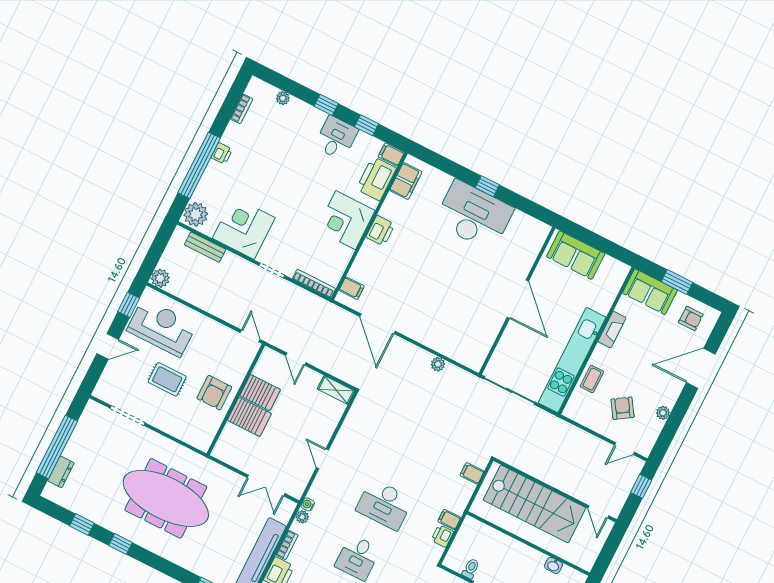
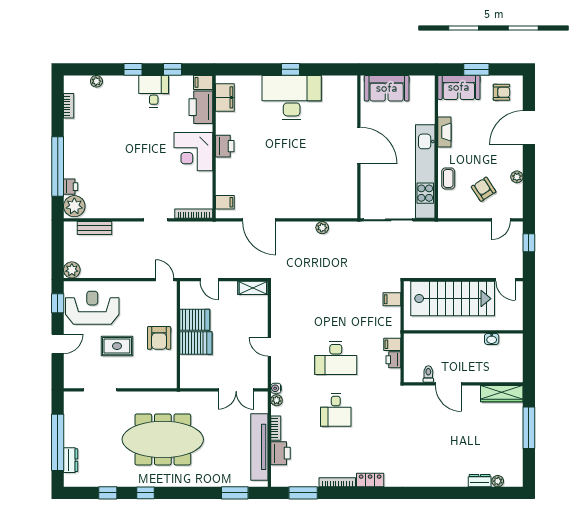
printer: (222, 153) -> (71, 187), moved
corner desk: (244, 228) -> (117, 198), removed

